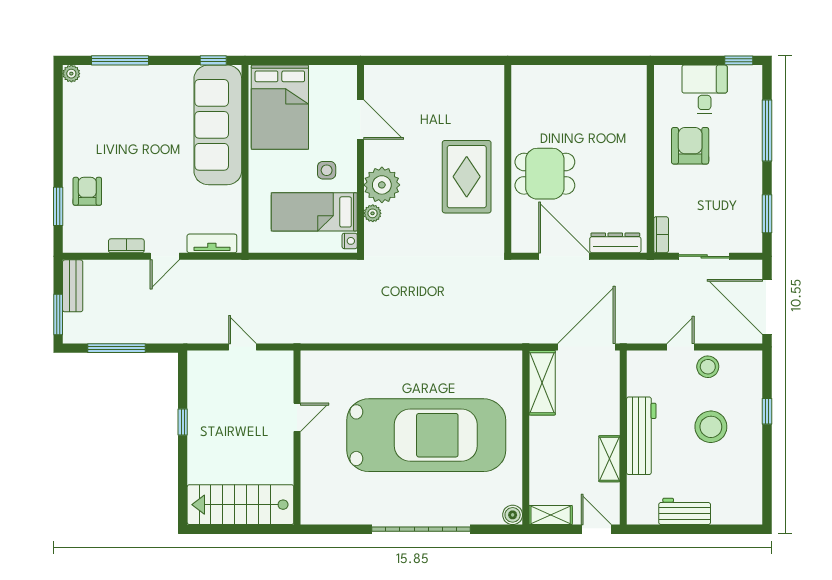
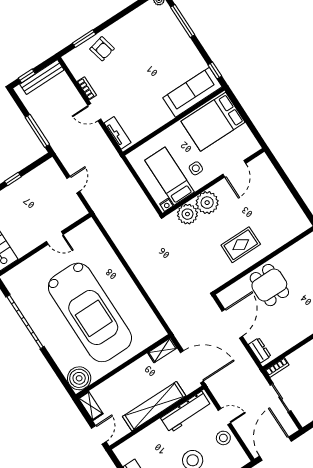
sofa: (218, 125) -> (192, 92), width x0.74, depth x0.79
rug: (467, 177) -> (241, 245), width x0.73, depth x0.70
armchair: (87, 191) -> (102, 49), turned 77
plant: (373, 213) -> (187, 214), width x1.88, depth x1.88
dresser: (615, 243) -> (260, 350), width x0.70
bench: (73, 286) -> (42, 77), width x1.36
window: (58, 314) -> (27, 76), width x0.67
window: (117, 348) -> (37, 131), moved
shelving: (542, 383) -> (162, 350), width x0.67, depth x0.75
workbench: (641, 436) -> (186, 412), moved
shelving: (609, 459) -> (154, 406), width x2.20, depth x1.33
boiler: (513, 515) -> (79, 378), width x1.86, depth x1.86
garage door: (421, 529) -> (25, 322), moved

